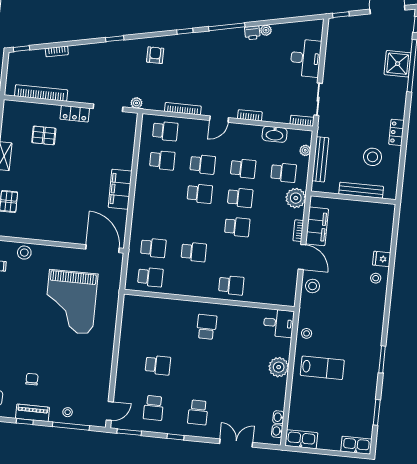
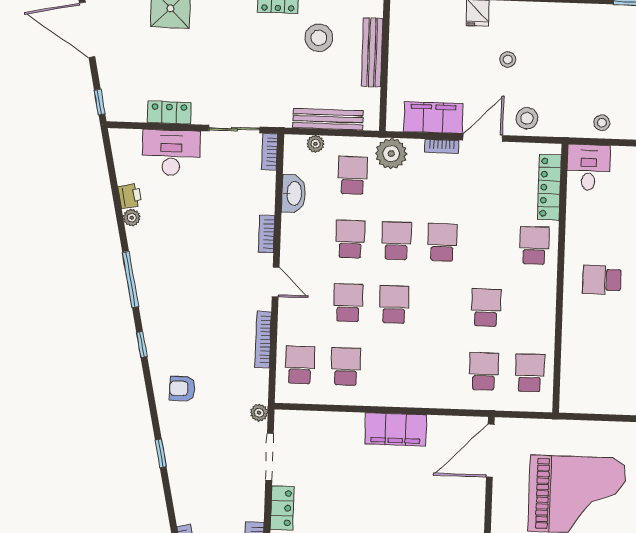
printer: (252, 33) -> (130, 196), moved
locker: (331, 59) -> (169, 113), added
stool: (376, 278) -> (508, 59), moved
locker: (268, 297) -> (549, 187), added

